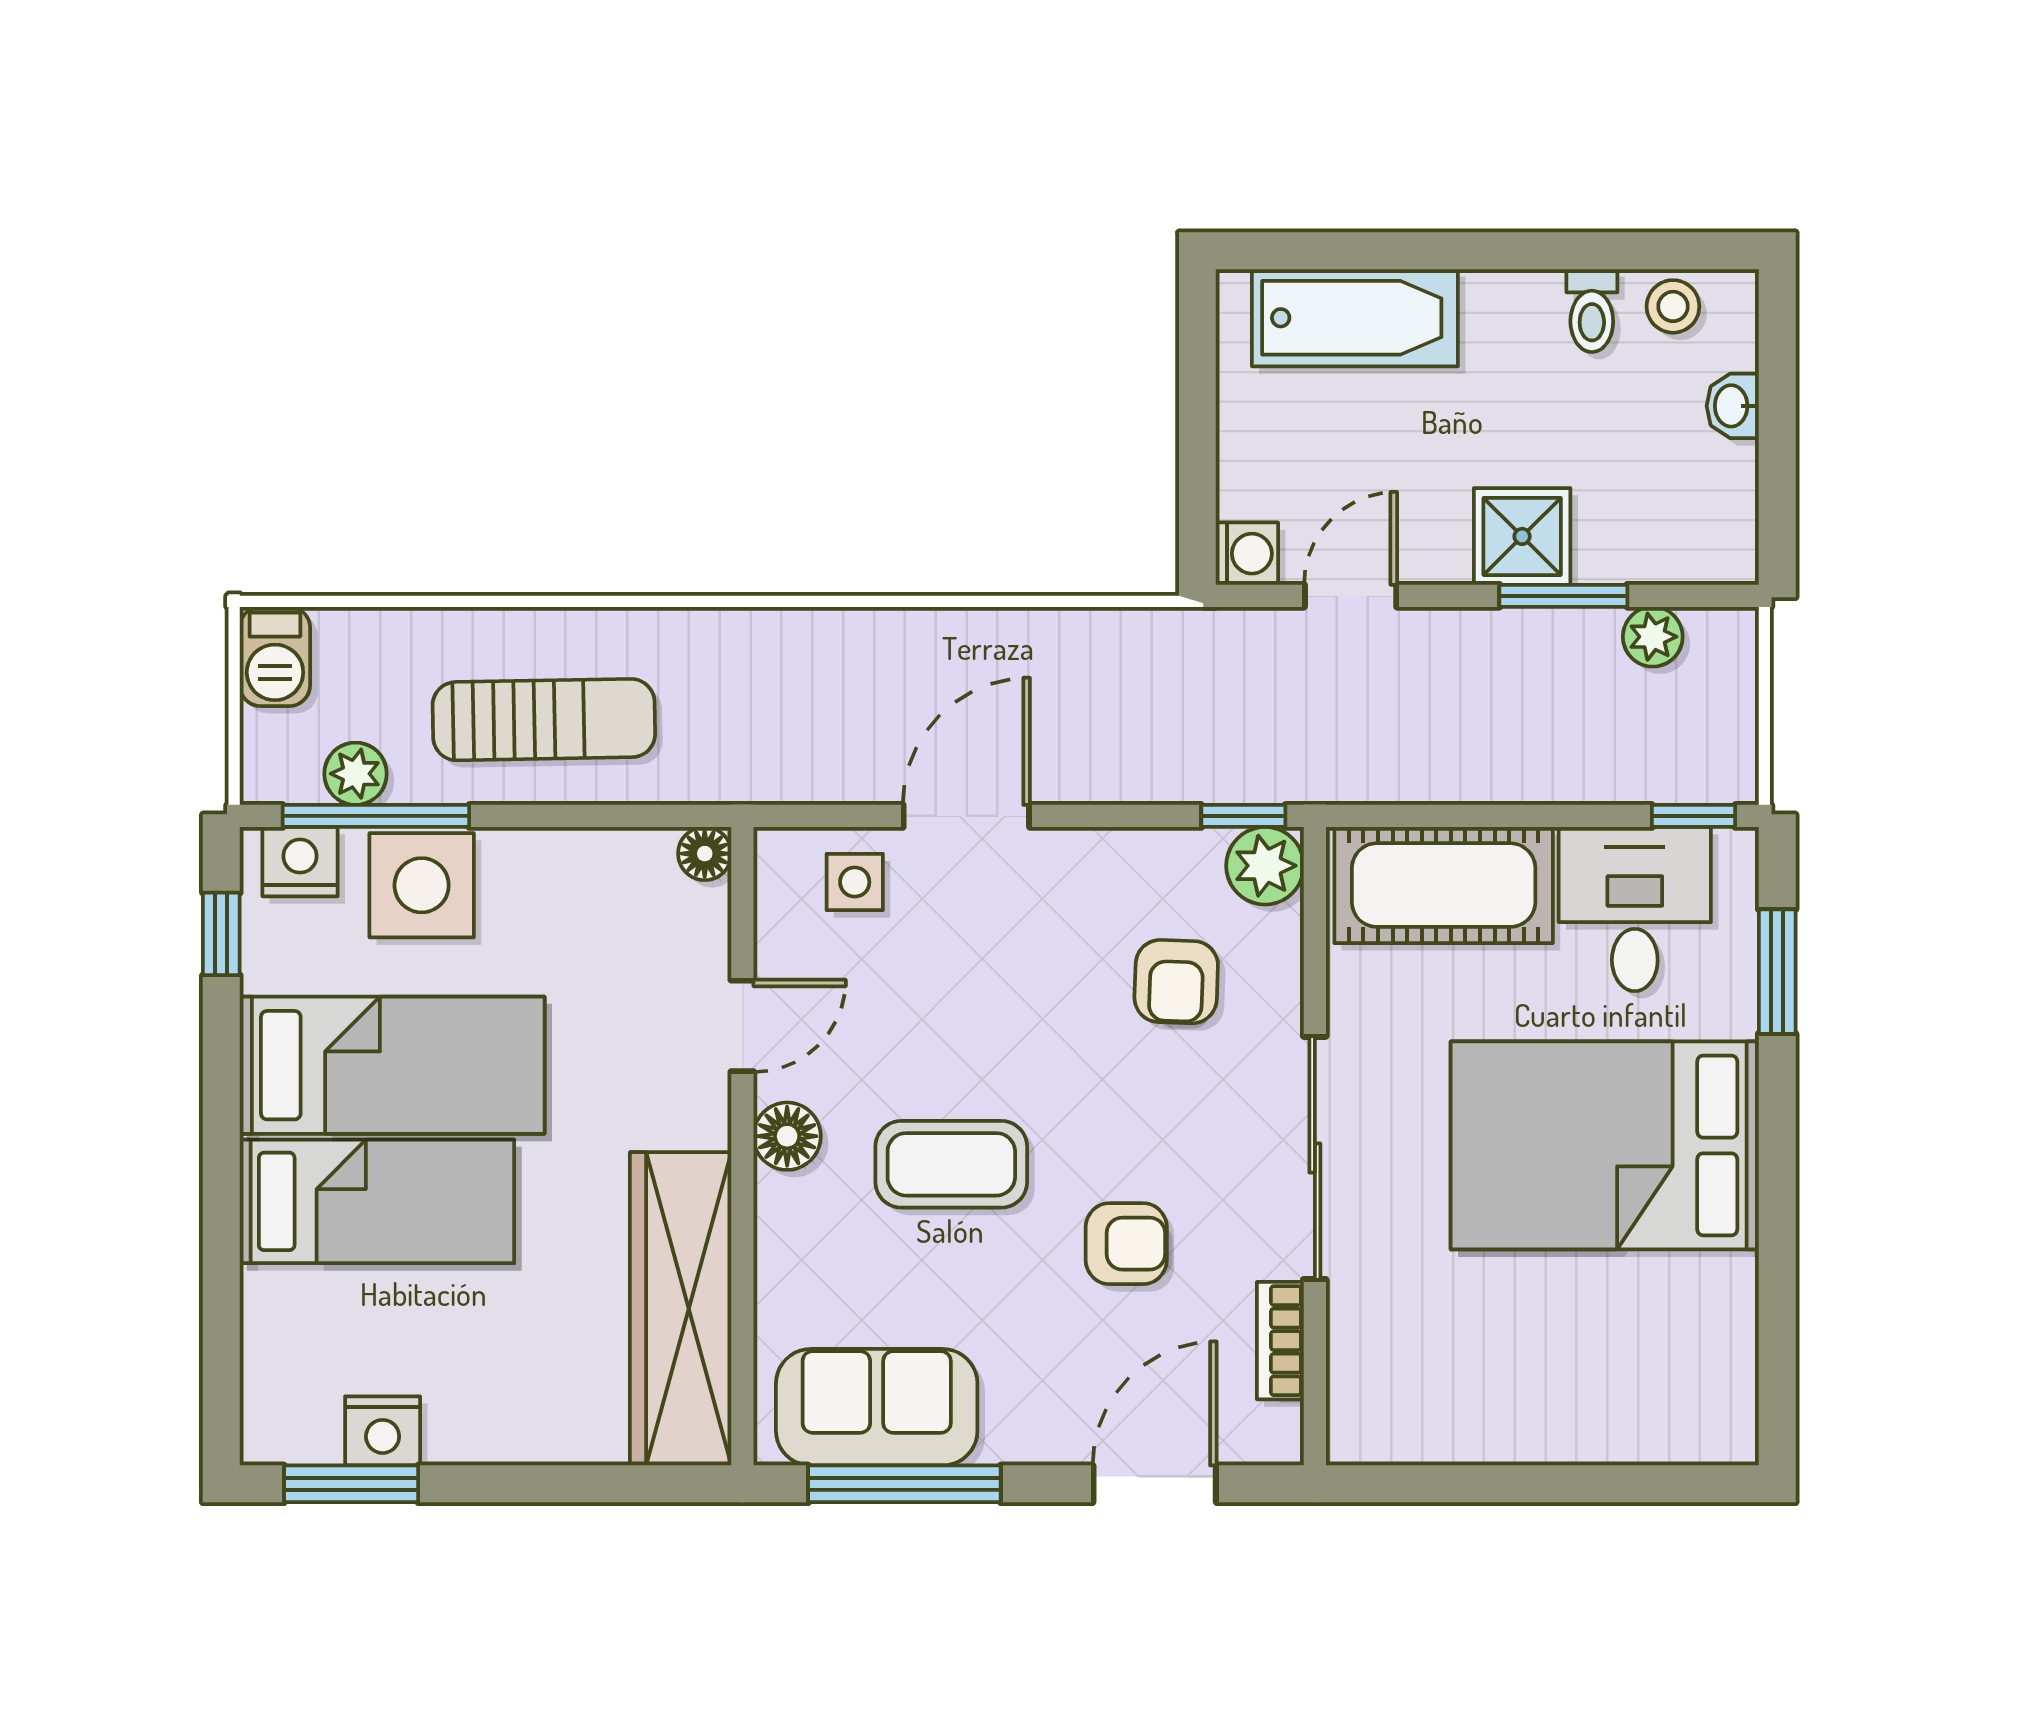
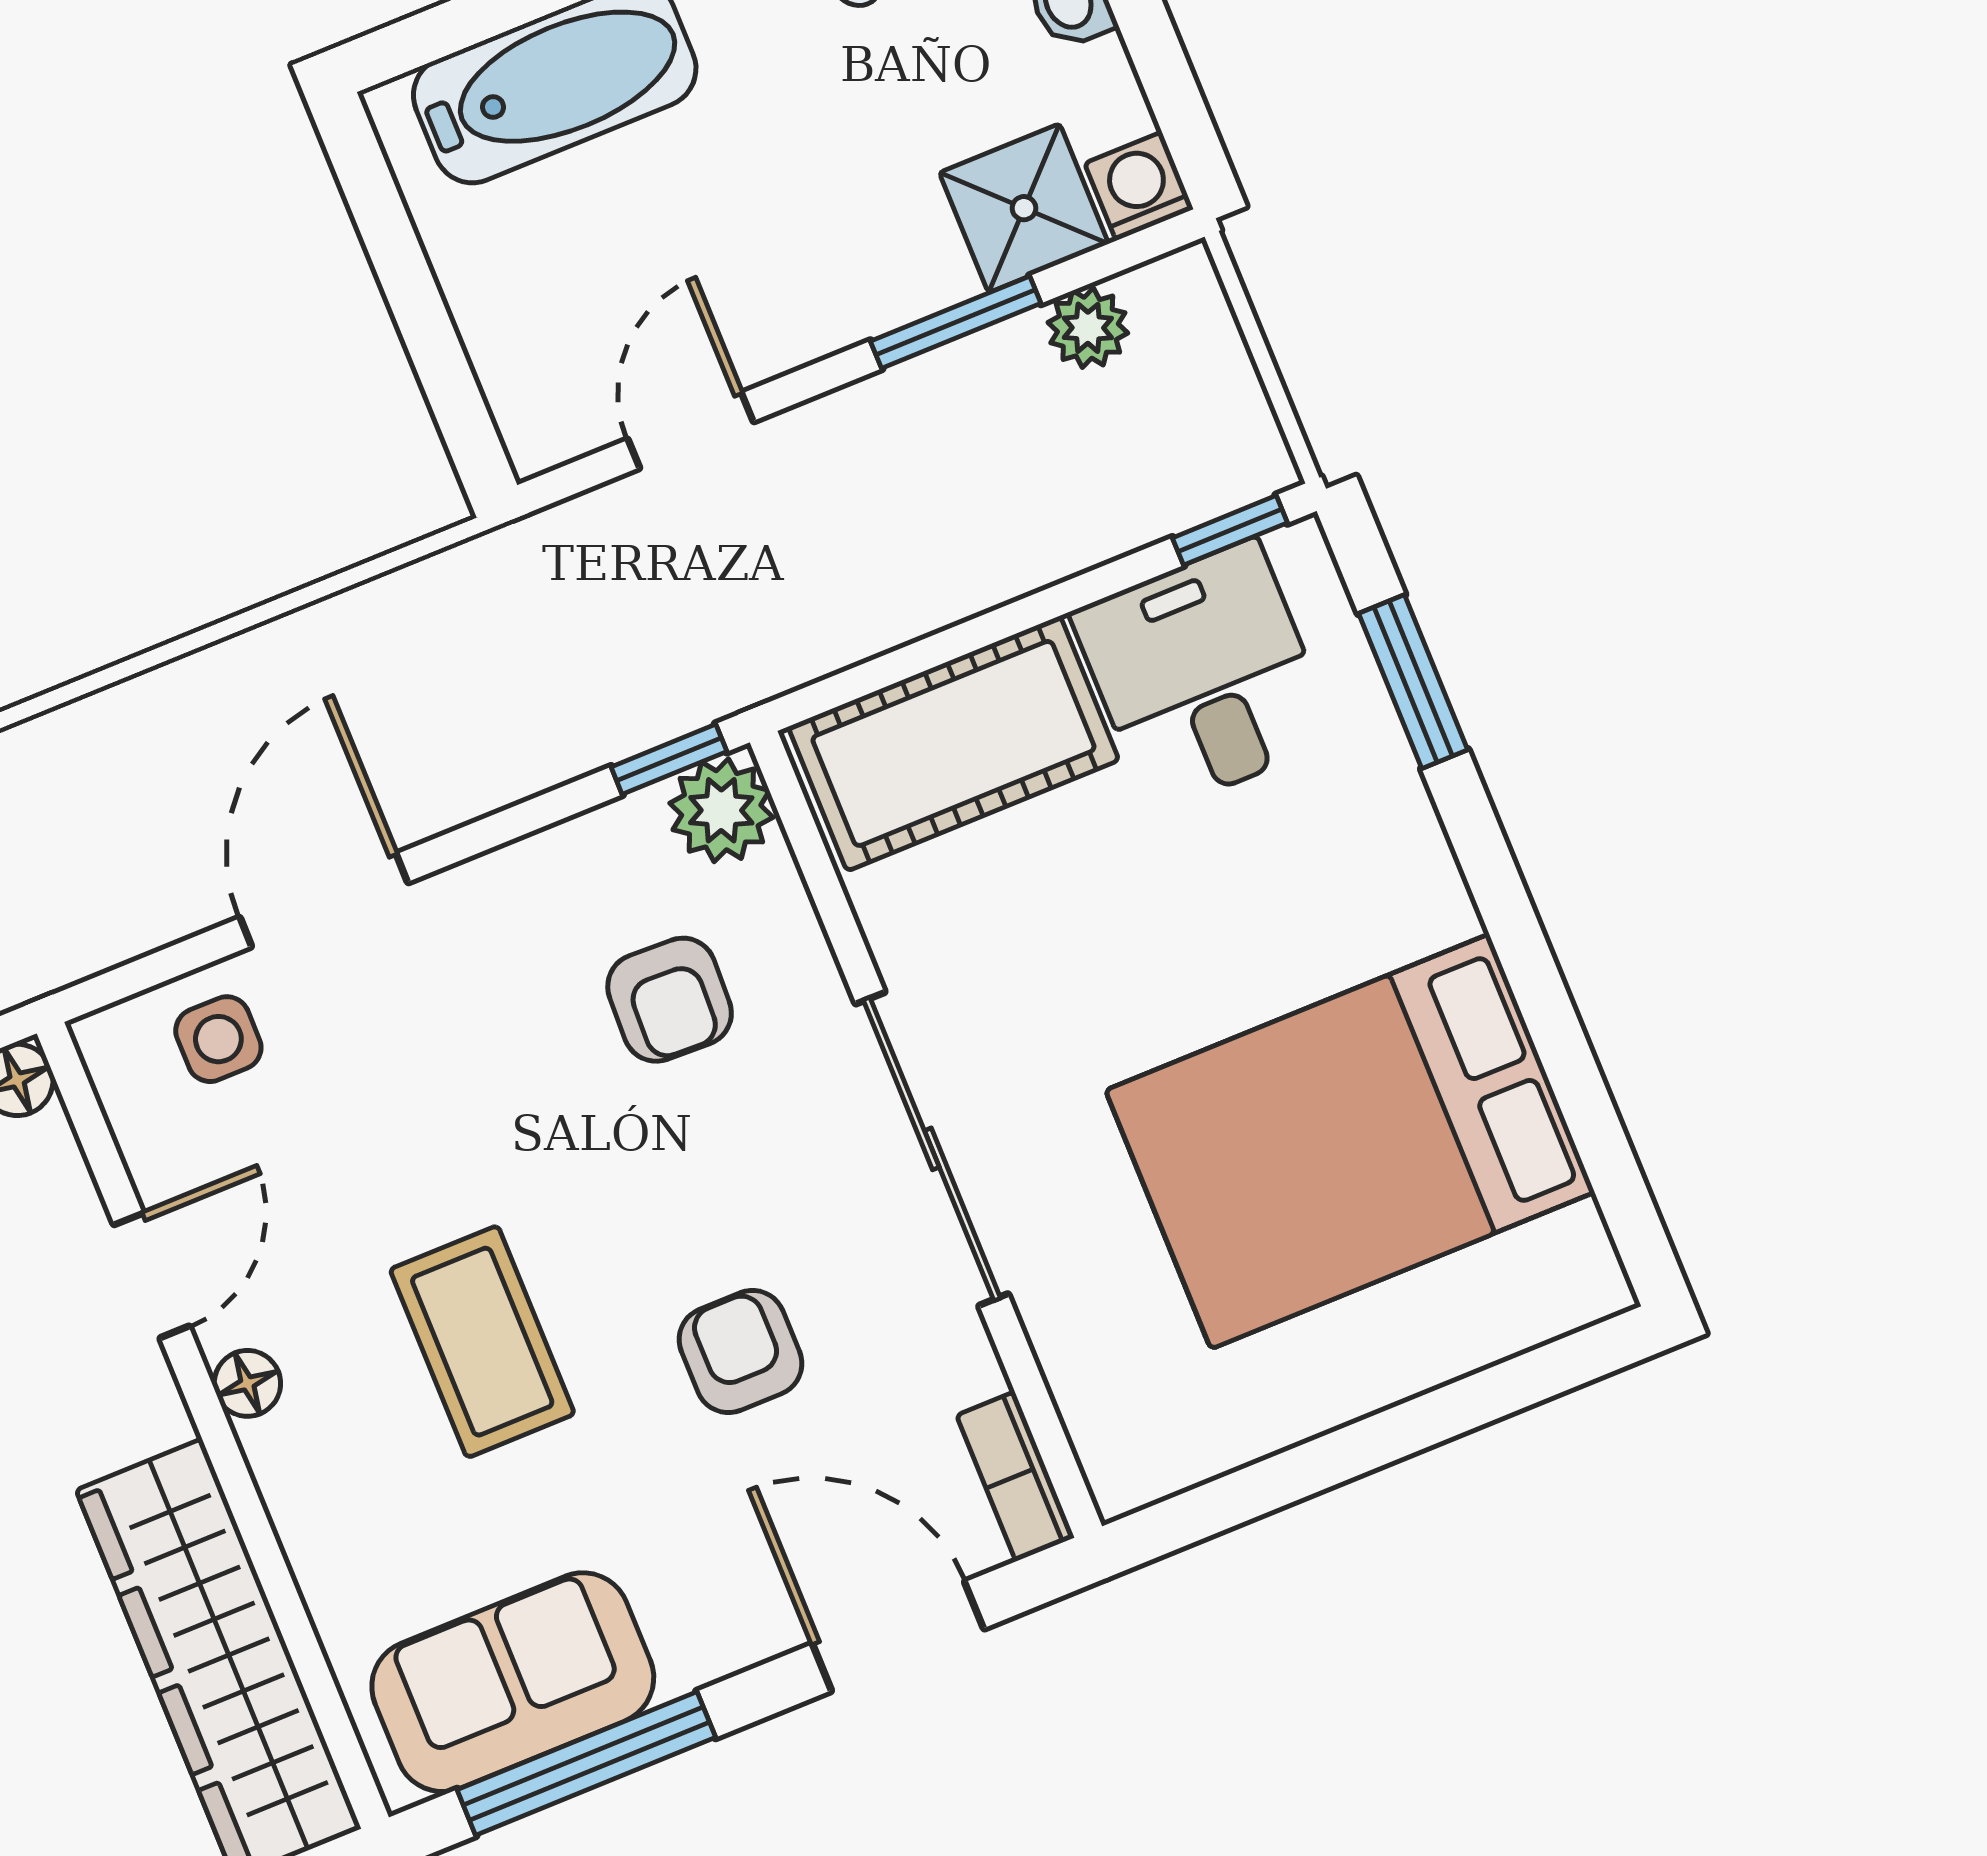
shower: (1522, 536) -> (1024, 208), moved
washing machine: (1247, 554) -> (1139, 186), moved, turned -90
floor lamp: (787, 1136) -> (247, 1383), width x0.73, depth x0.73
bed: (1605, 1145) -> (1350, 1141), moved
coffee table: (951, 1164) -> (482, 1342), turned 90
armchair: (1126, 1244) -> (740, 1352), turned -90
bookcase: (1280, 1341) -> (1015, 1476), moved
door: (1155, 1484) -> (898, 1636), hinge flipped

